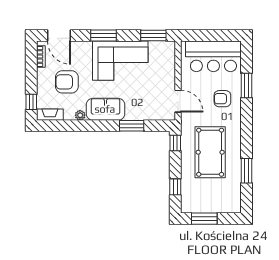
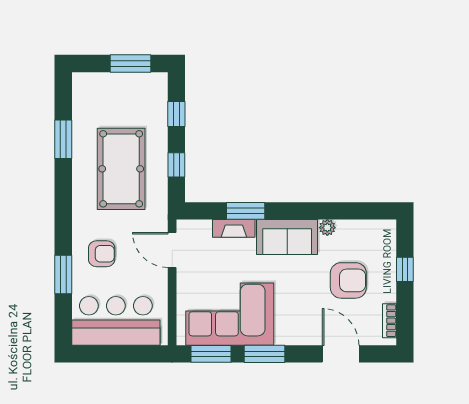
door: (59, 36) -> (341, 354), moved
window: (104, 36) -> (264, 354), moved
corner sofa: (120, 61) -> (230, 314), moved
window: (31, 102) -> (405, 269), moved
fireplace: (50, 115) -> (234, 228), moved
window: (175, 143) -> (176, 165), moved

